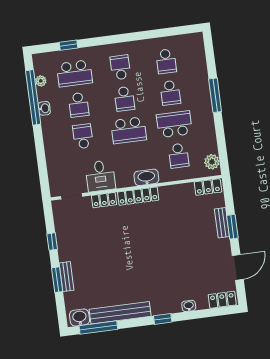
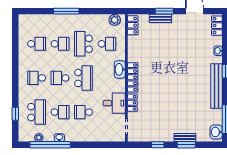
school desk: (124, 99) -> (60, 78), turned 180
bench: (120, 313) -> (217, 86), moved

